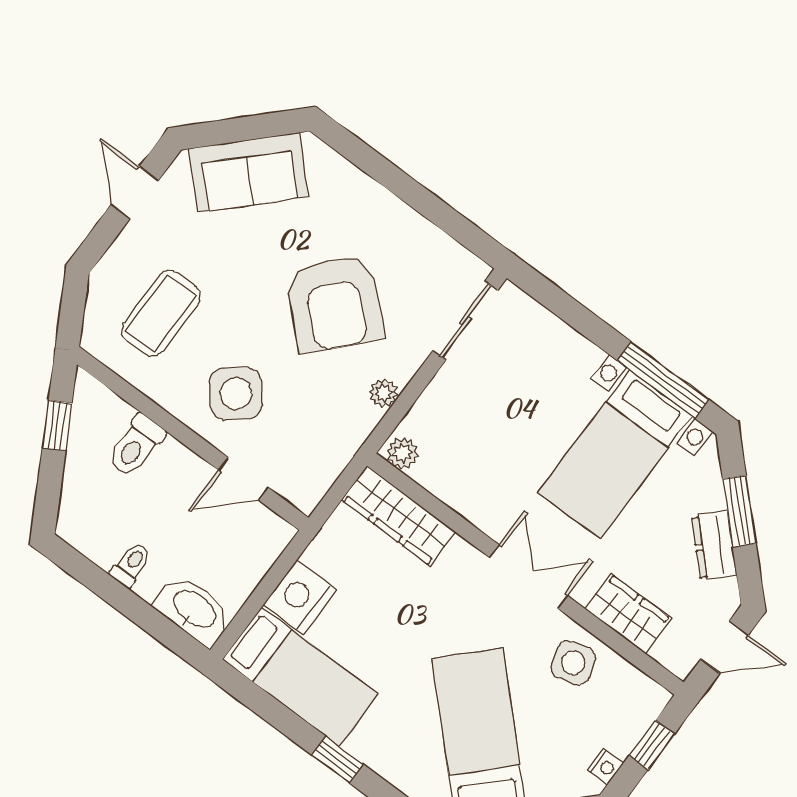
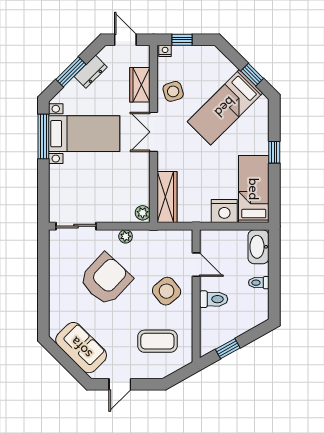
toilet: (136, 446) -> (214, 299), moved
nightstand: (605, 767) -> (165, 51), moved

